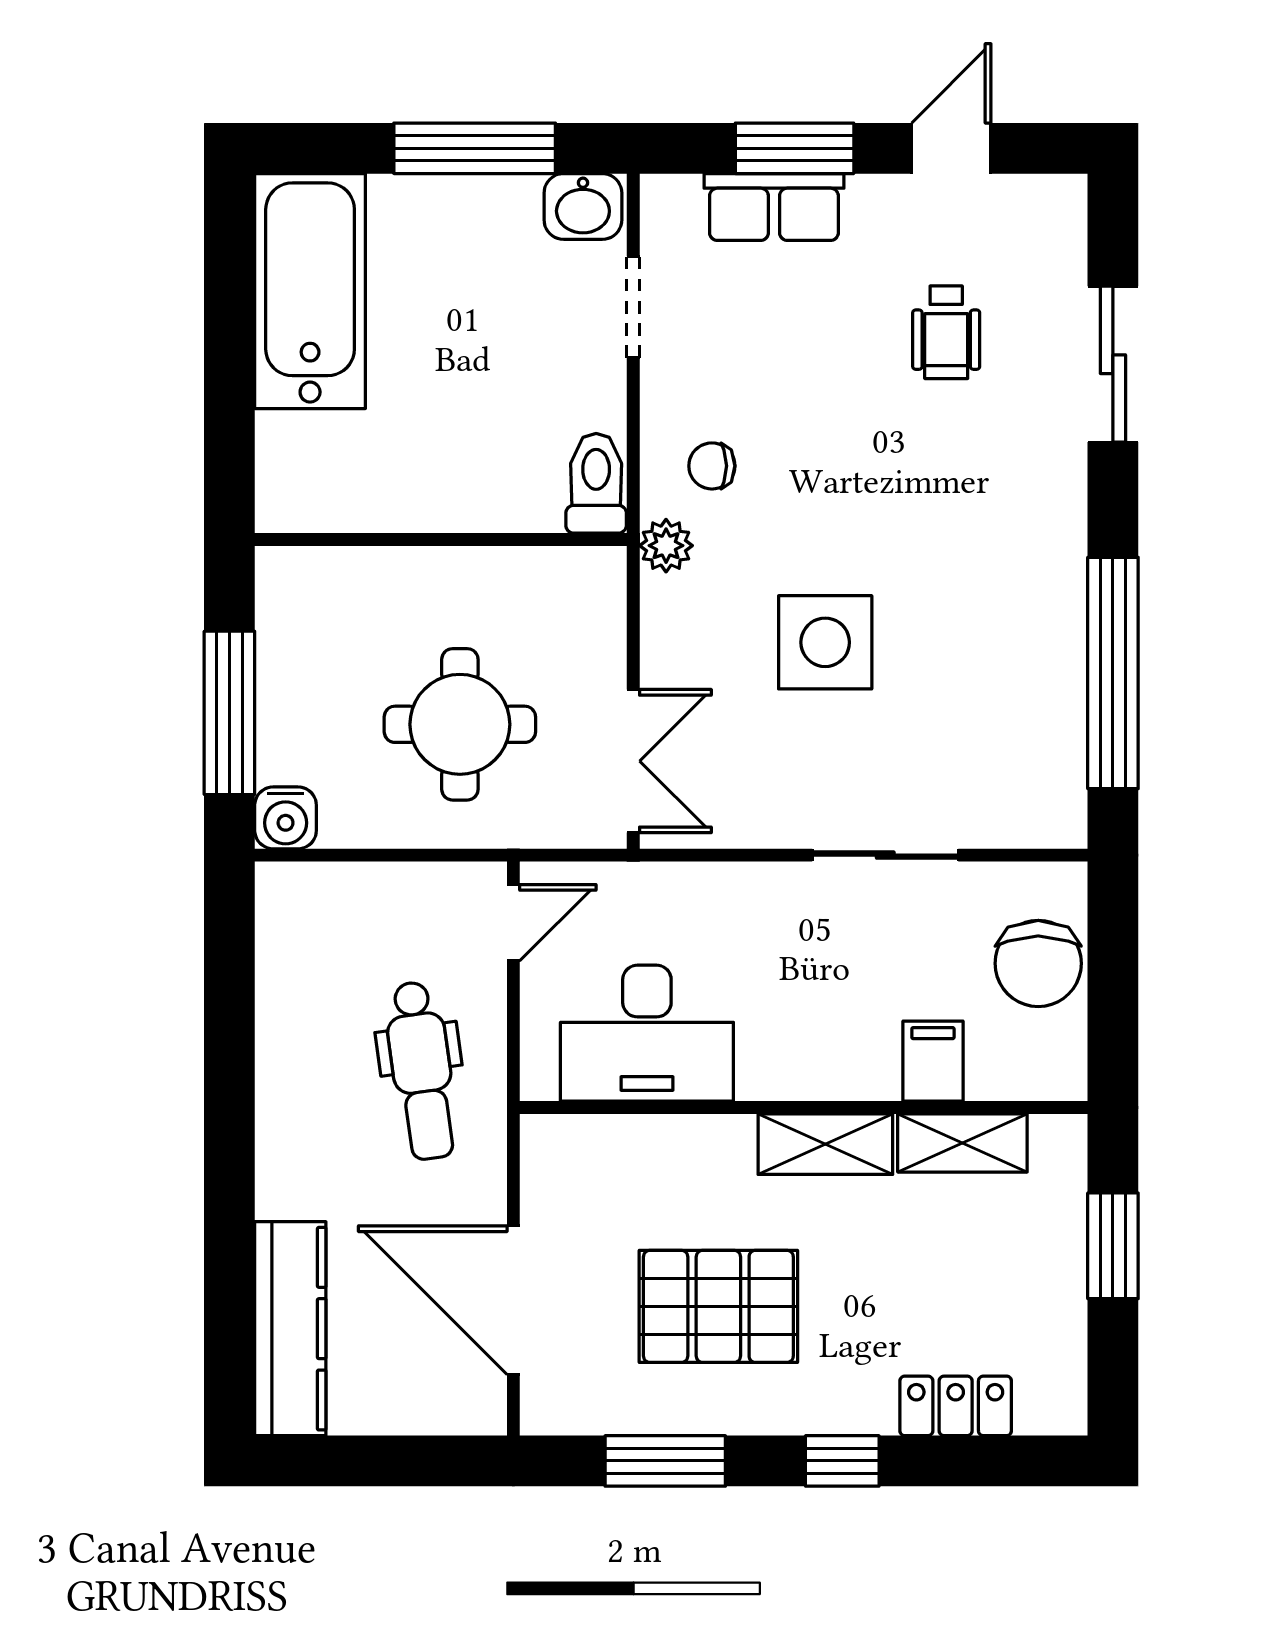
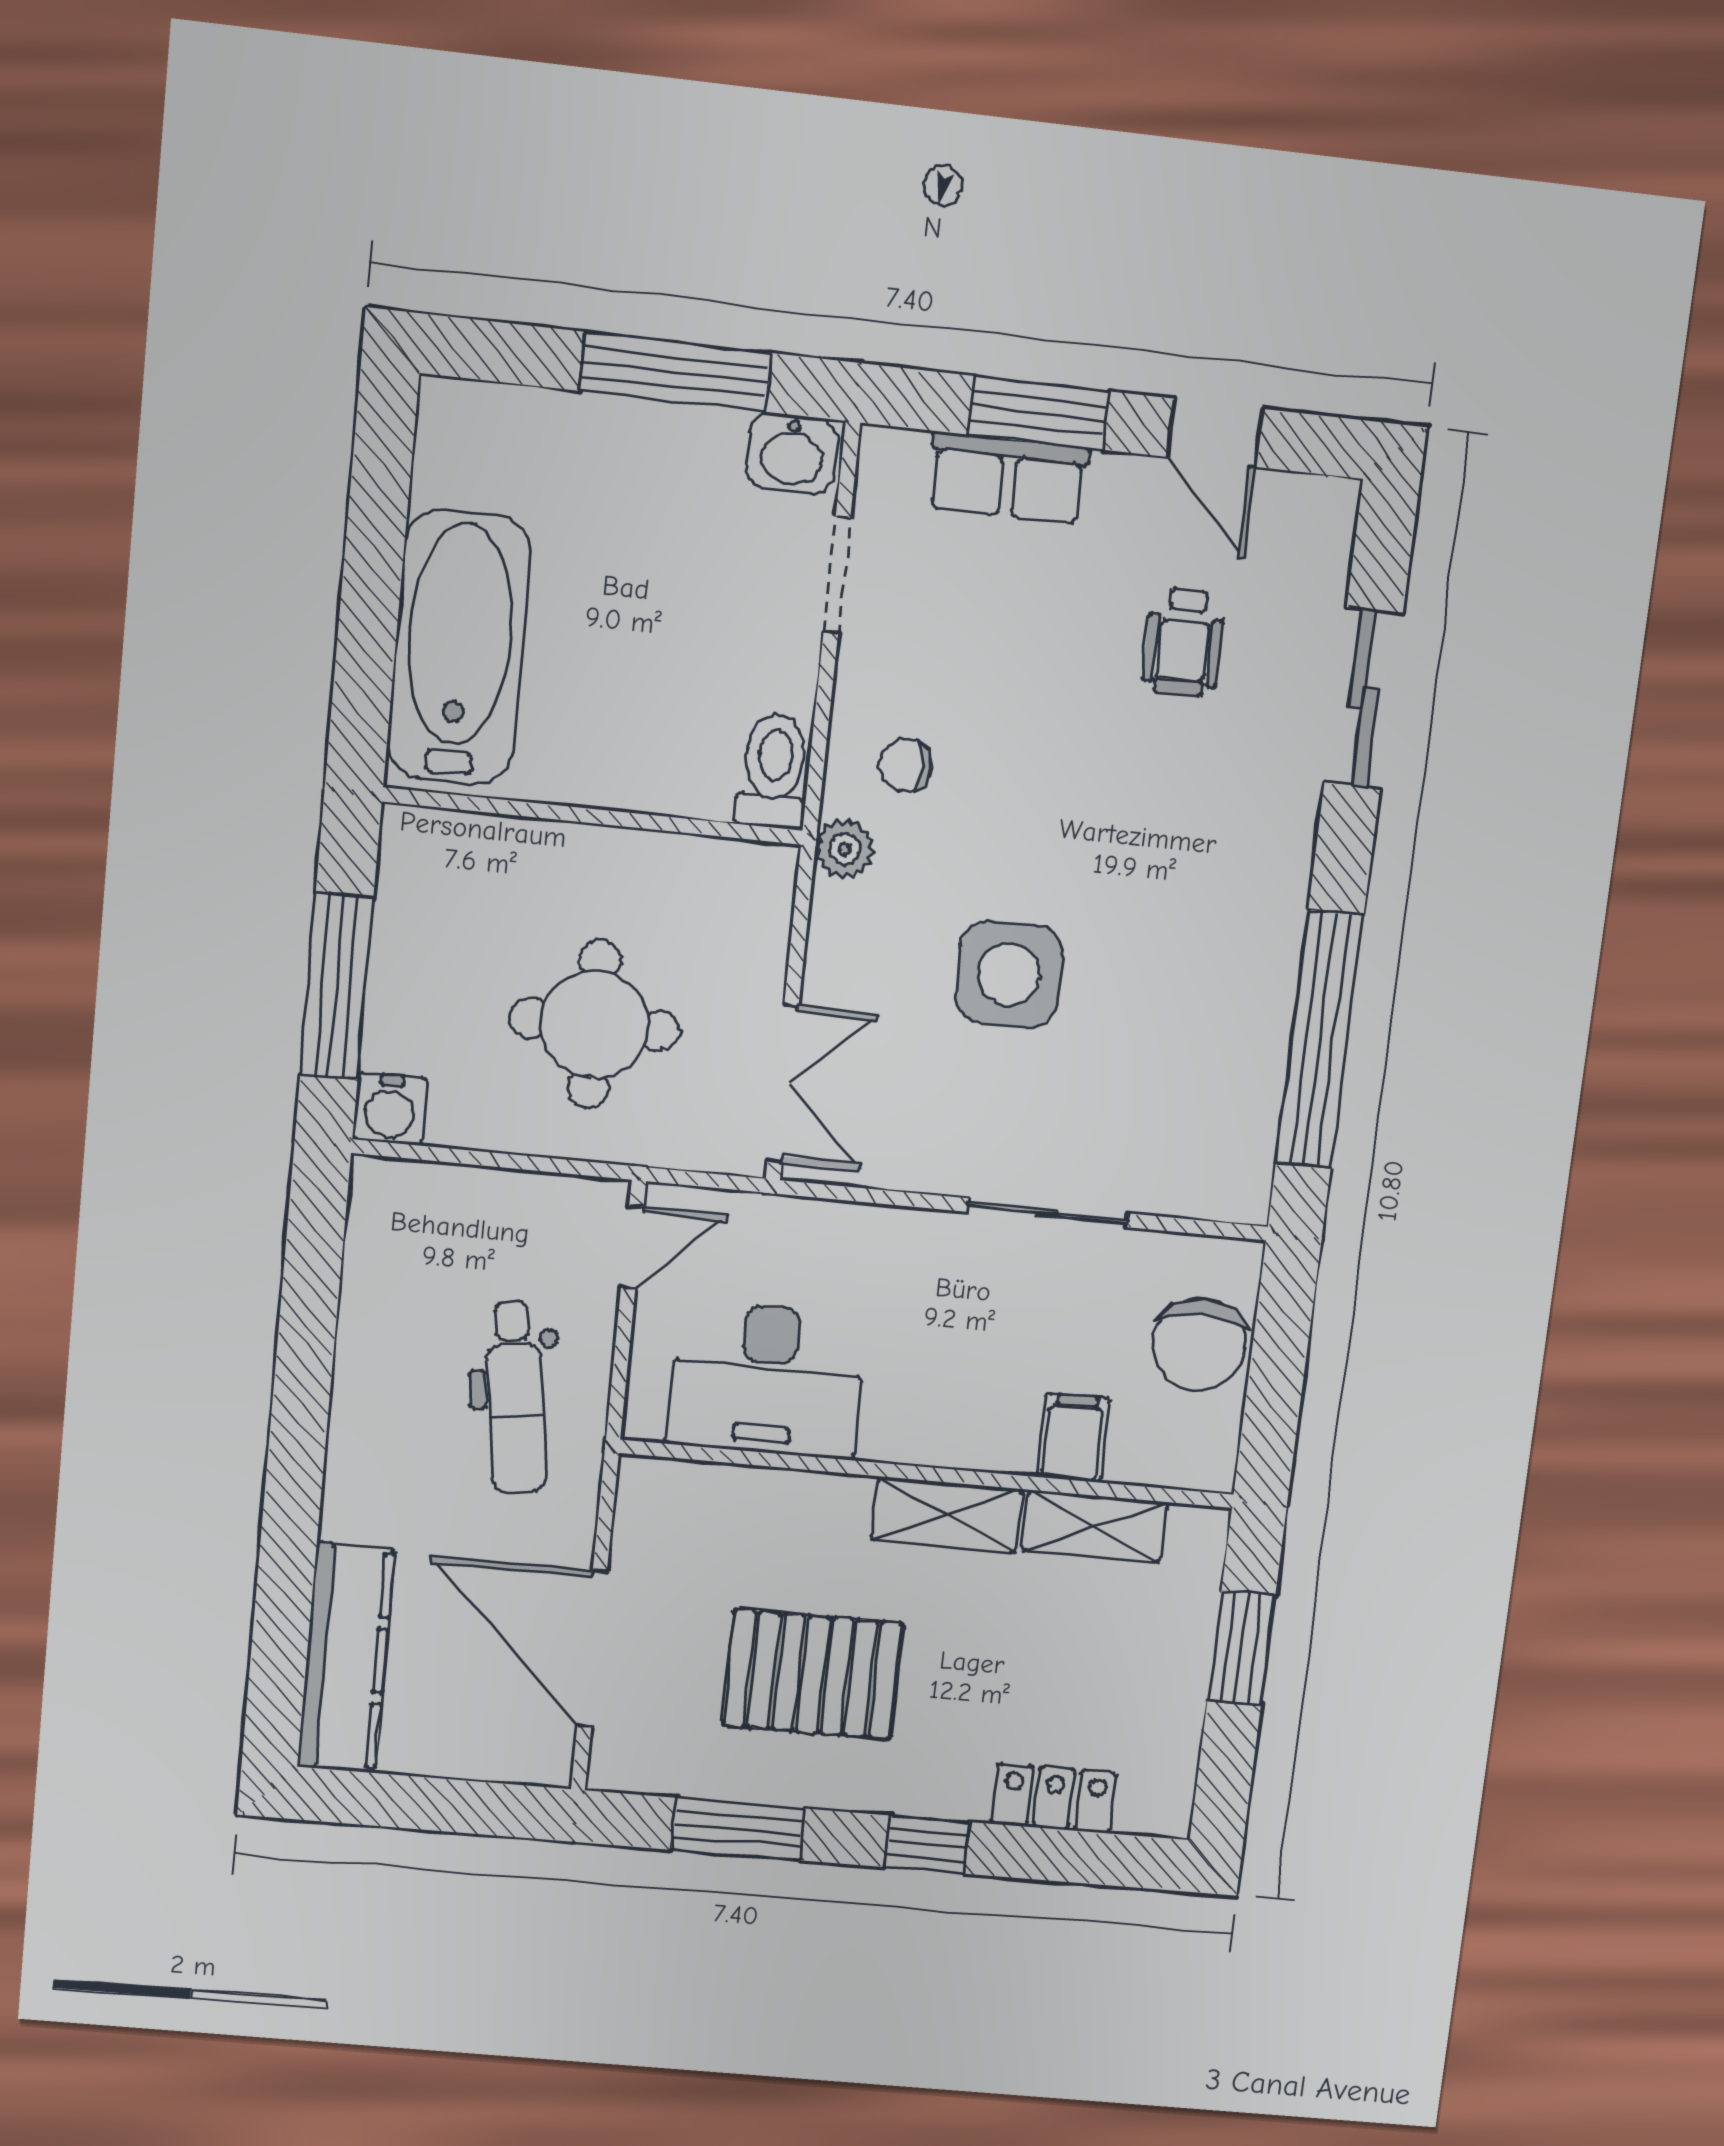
door: (951, 148) -> (1215, 433), swing flipped
bathtub: (310, 291) -> (459, 647), moved

